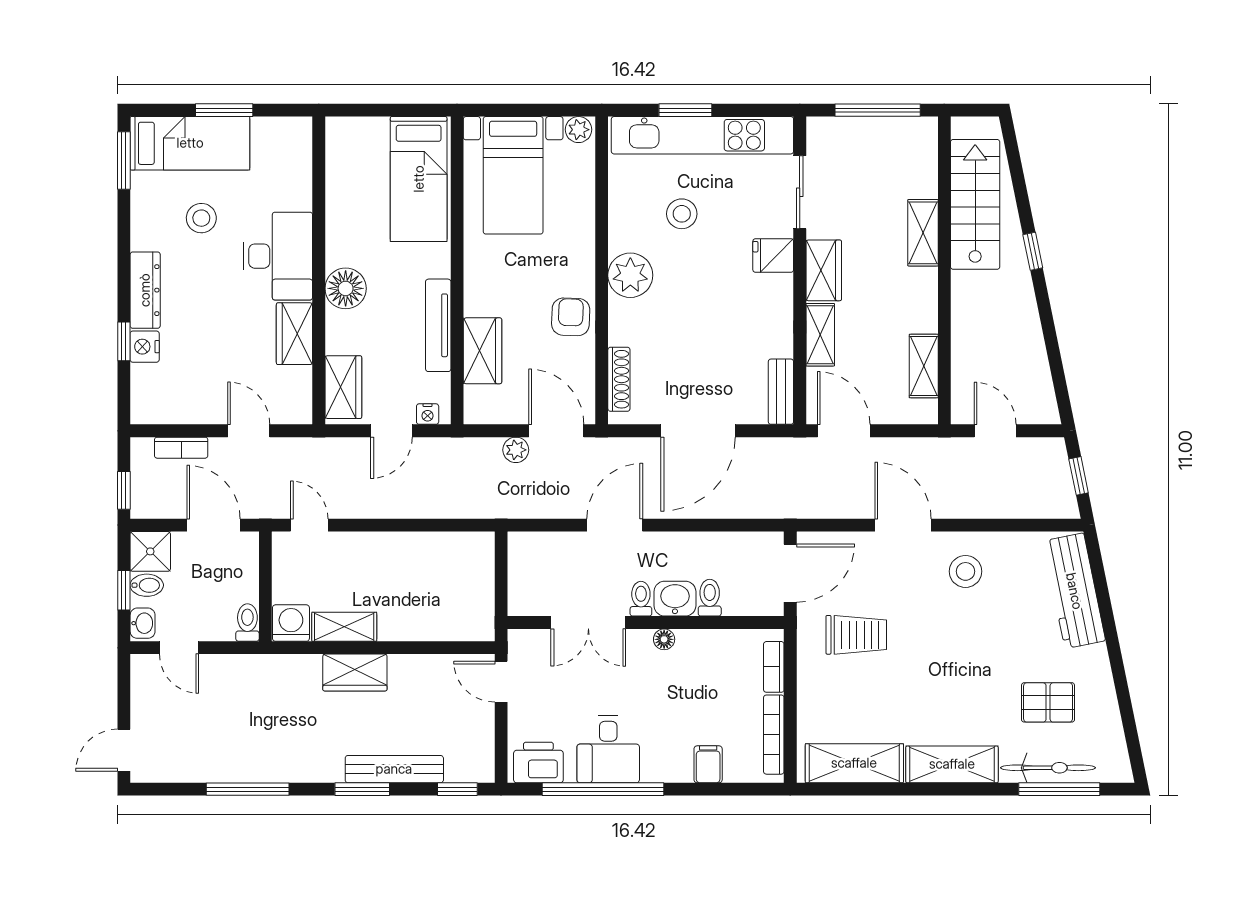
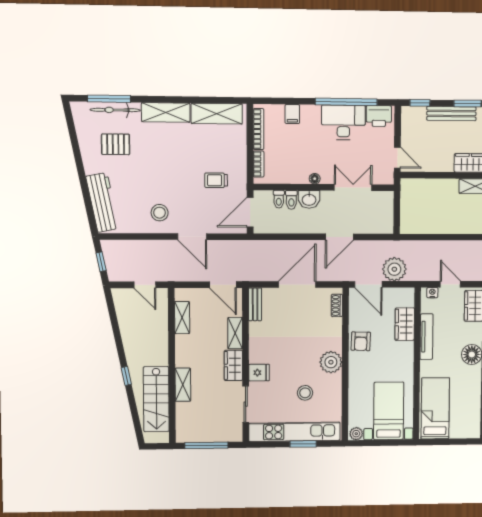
shoe rack: (619, 379) -> (337, 305), width x0.70
door: (391, 431) -> (450, 284), hinge flipped
plant: (516, 450) -> (394, 269), width x1.88, depth x1.88
toilet: (641, 599) -> (279, 199), moved
trolley: (856, 635) -> (216, 180), width x0.73, depth x0.72
desk: (608, 749) -> (343, 122), width x1.37

